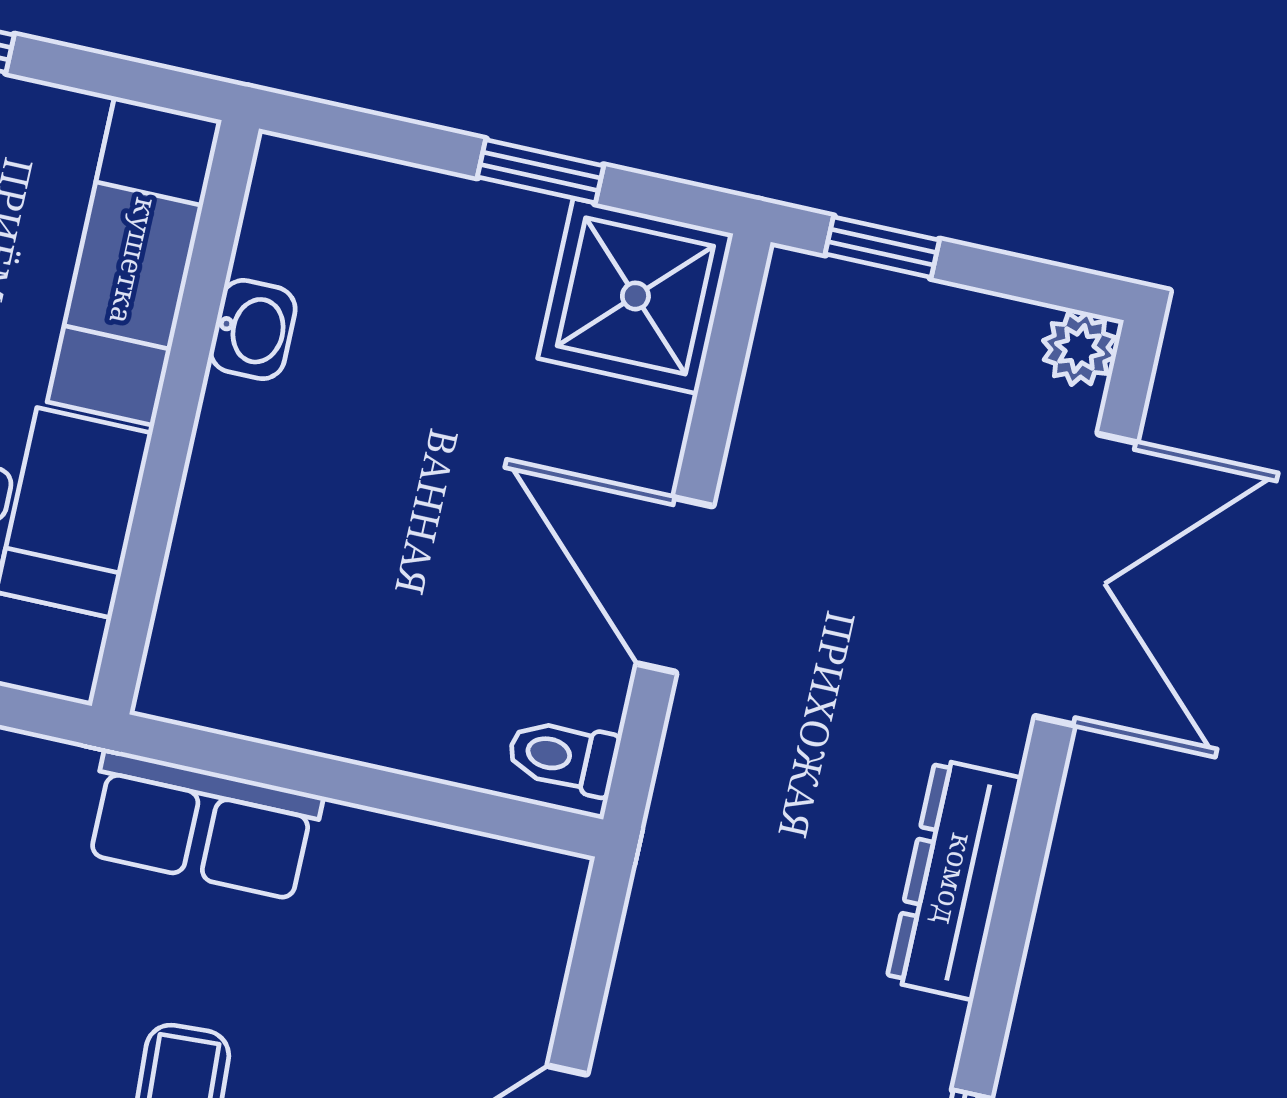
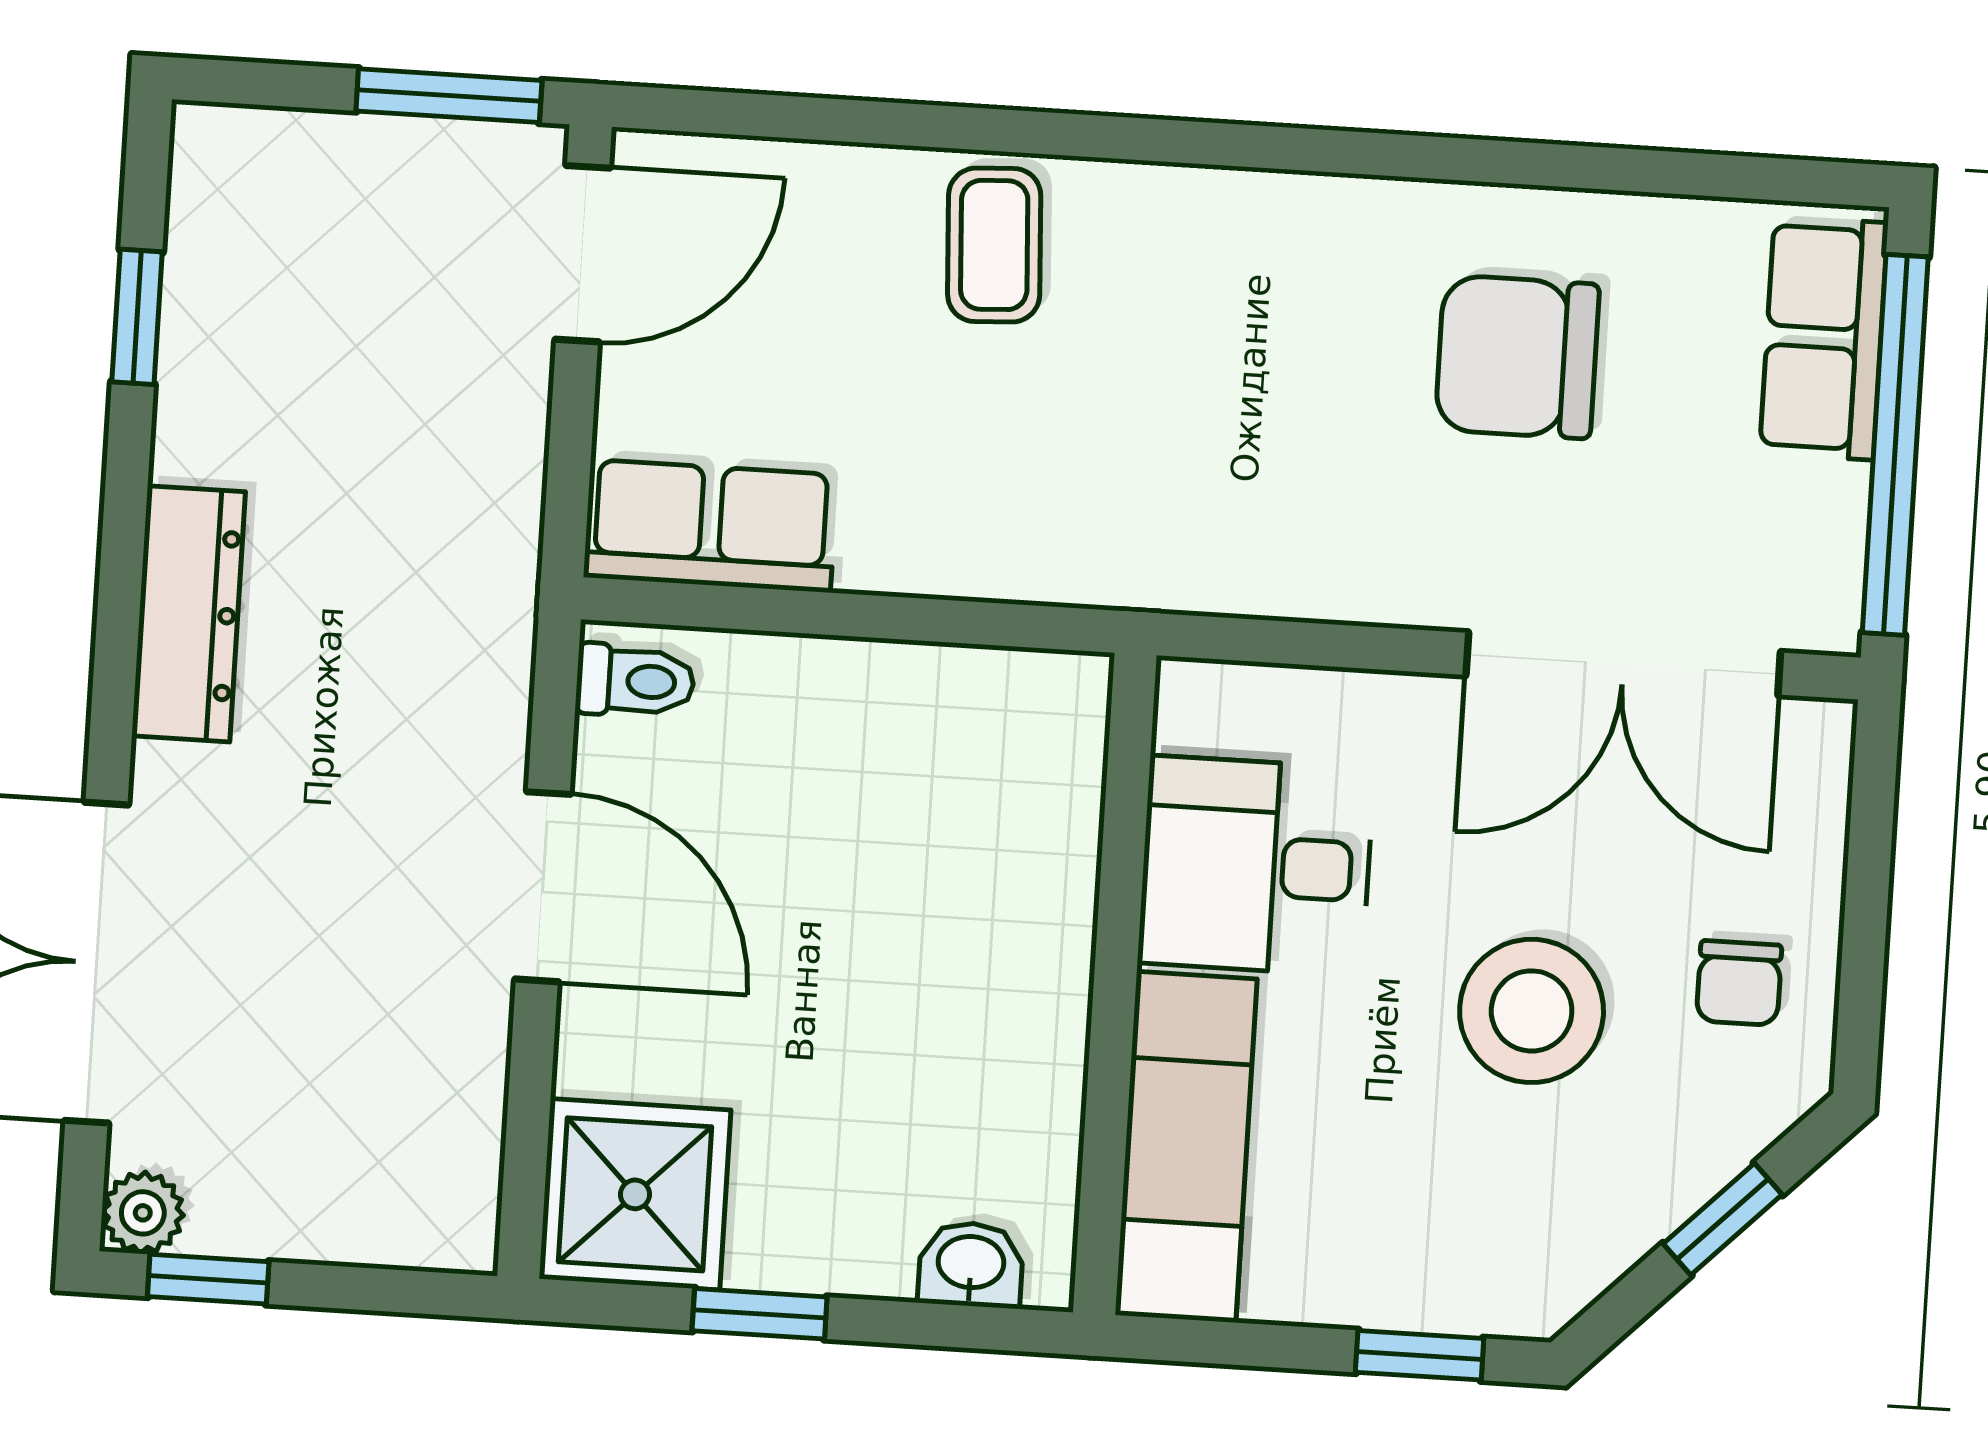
window: (882, 247) -> (208, 1279), moved
washbasin: (253, 330) -> (971, 1265), moved, turned 90
row of seats: (203, 825) -> (710, 526), moved

